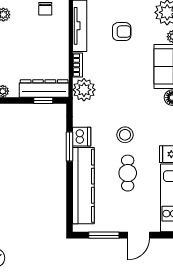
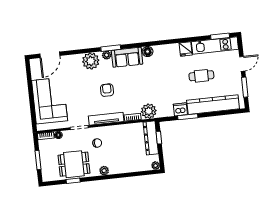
stool: (125, 135) -> (176, 80), removed
door: (139, 235) -> (242, 64), hinge flipped

